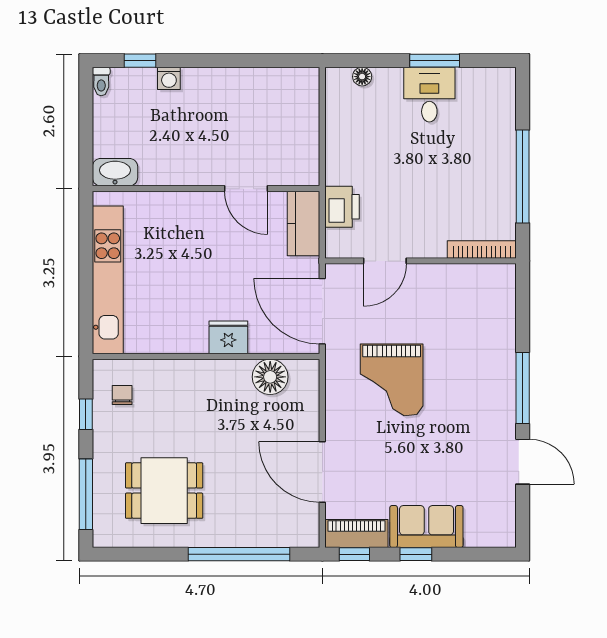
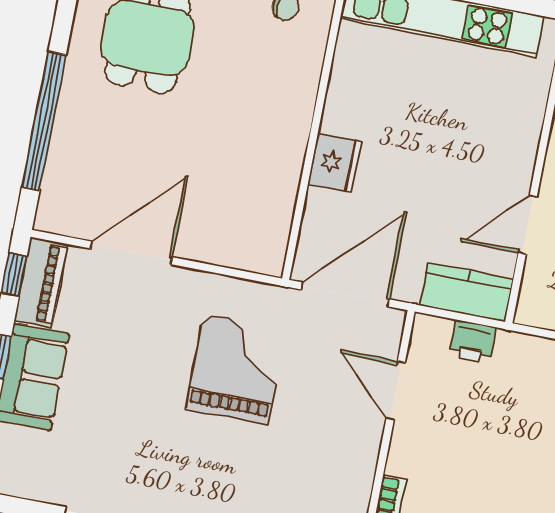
printer: (342, 207) -> (472, 342), width x0.73, depth x0.81
floor lamp: (270, 377) -> (271, 208), removed
grand piano: (392, 380) -> (236, 369), turned 90

